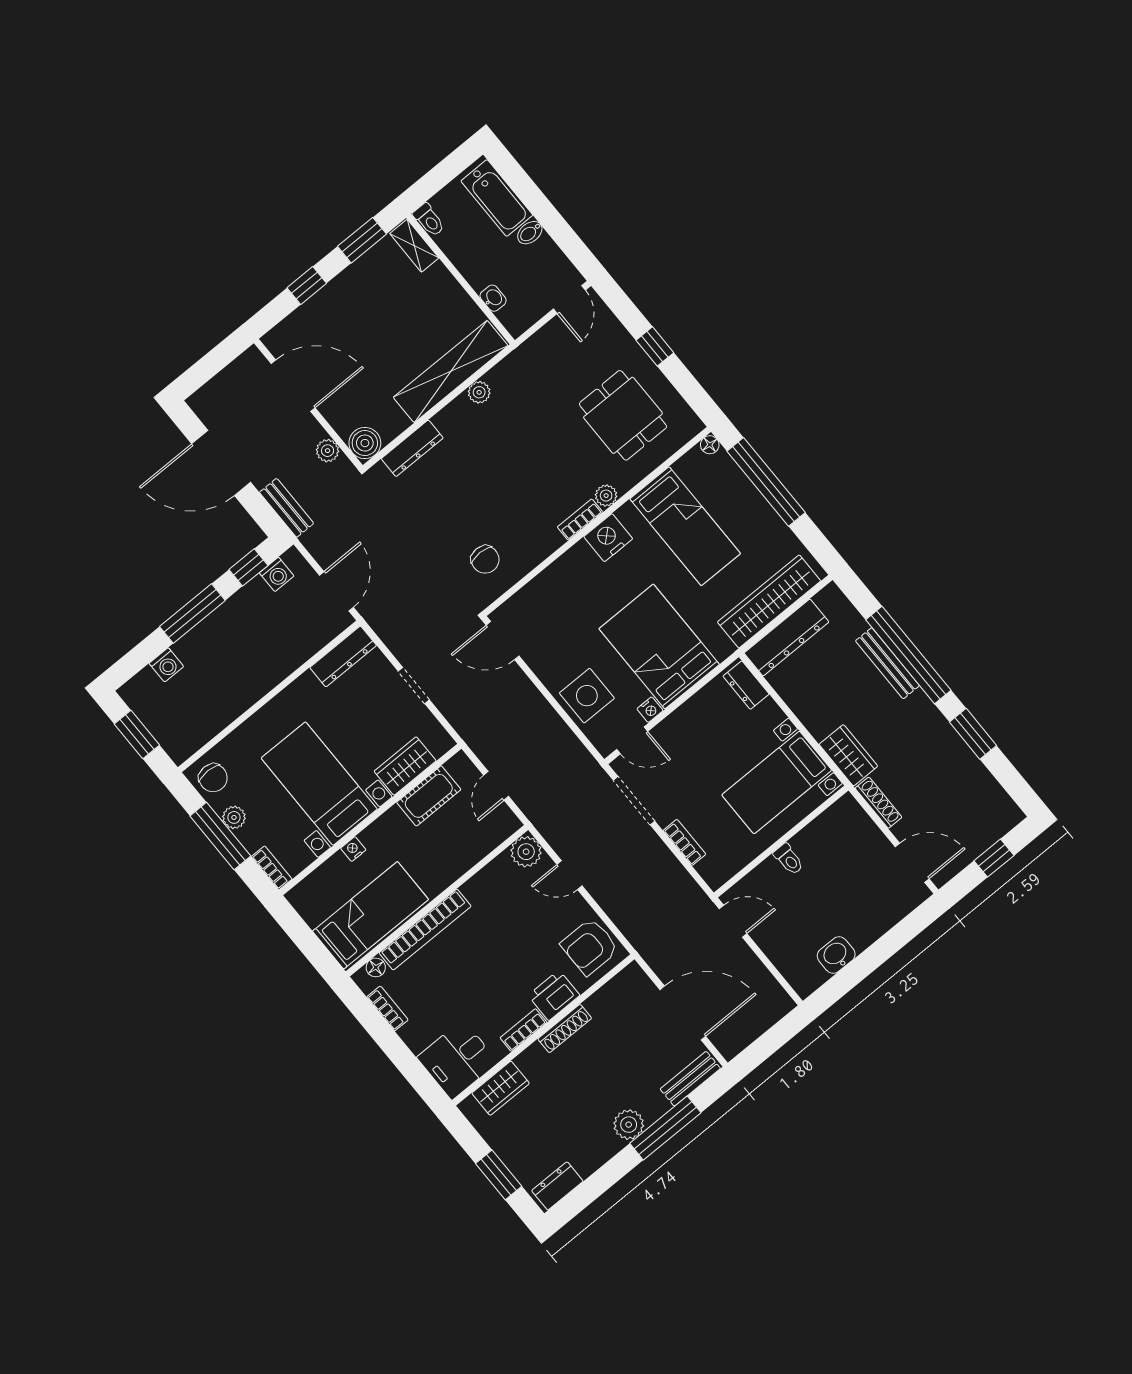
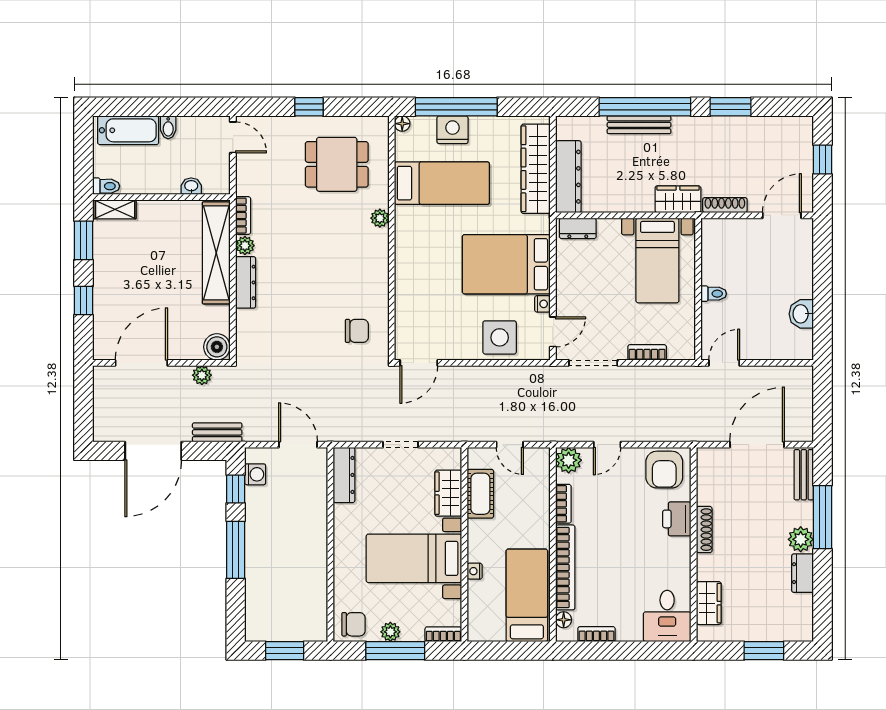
dresser: (412, 448) -> (246, 282), moved
bookcase: (580, 520) -> (243, 216), moved, turned 180
nightstand: (608, 538) -> (452, 130), moved, turned 90
washing machine: (166, 665) -> (255, 594), removed
bookcase: (523, 1030) -> (563, 504), moved, turned 180
dresser: (557, 1186) -> (803, 573), moved

